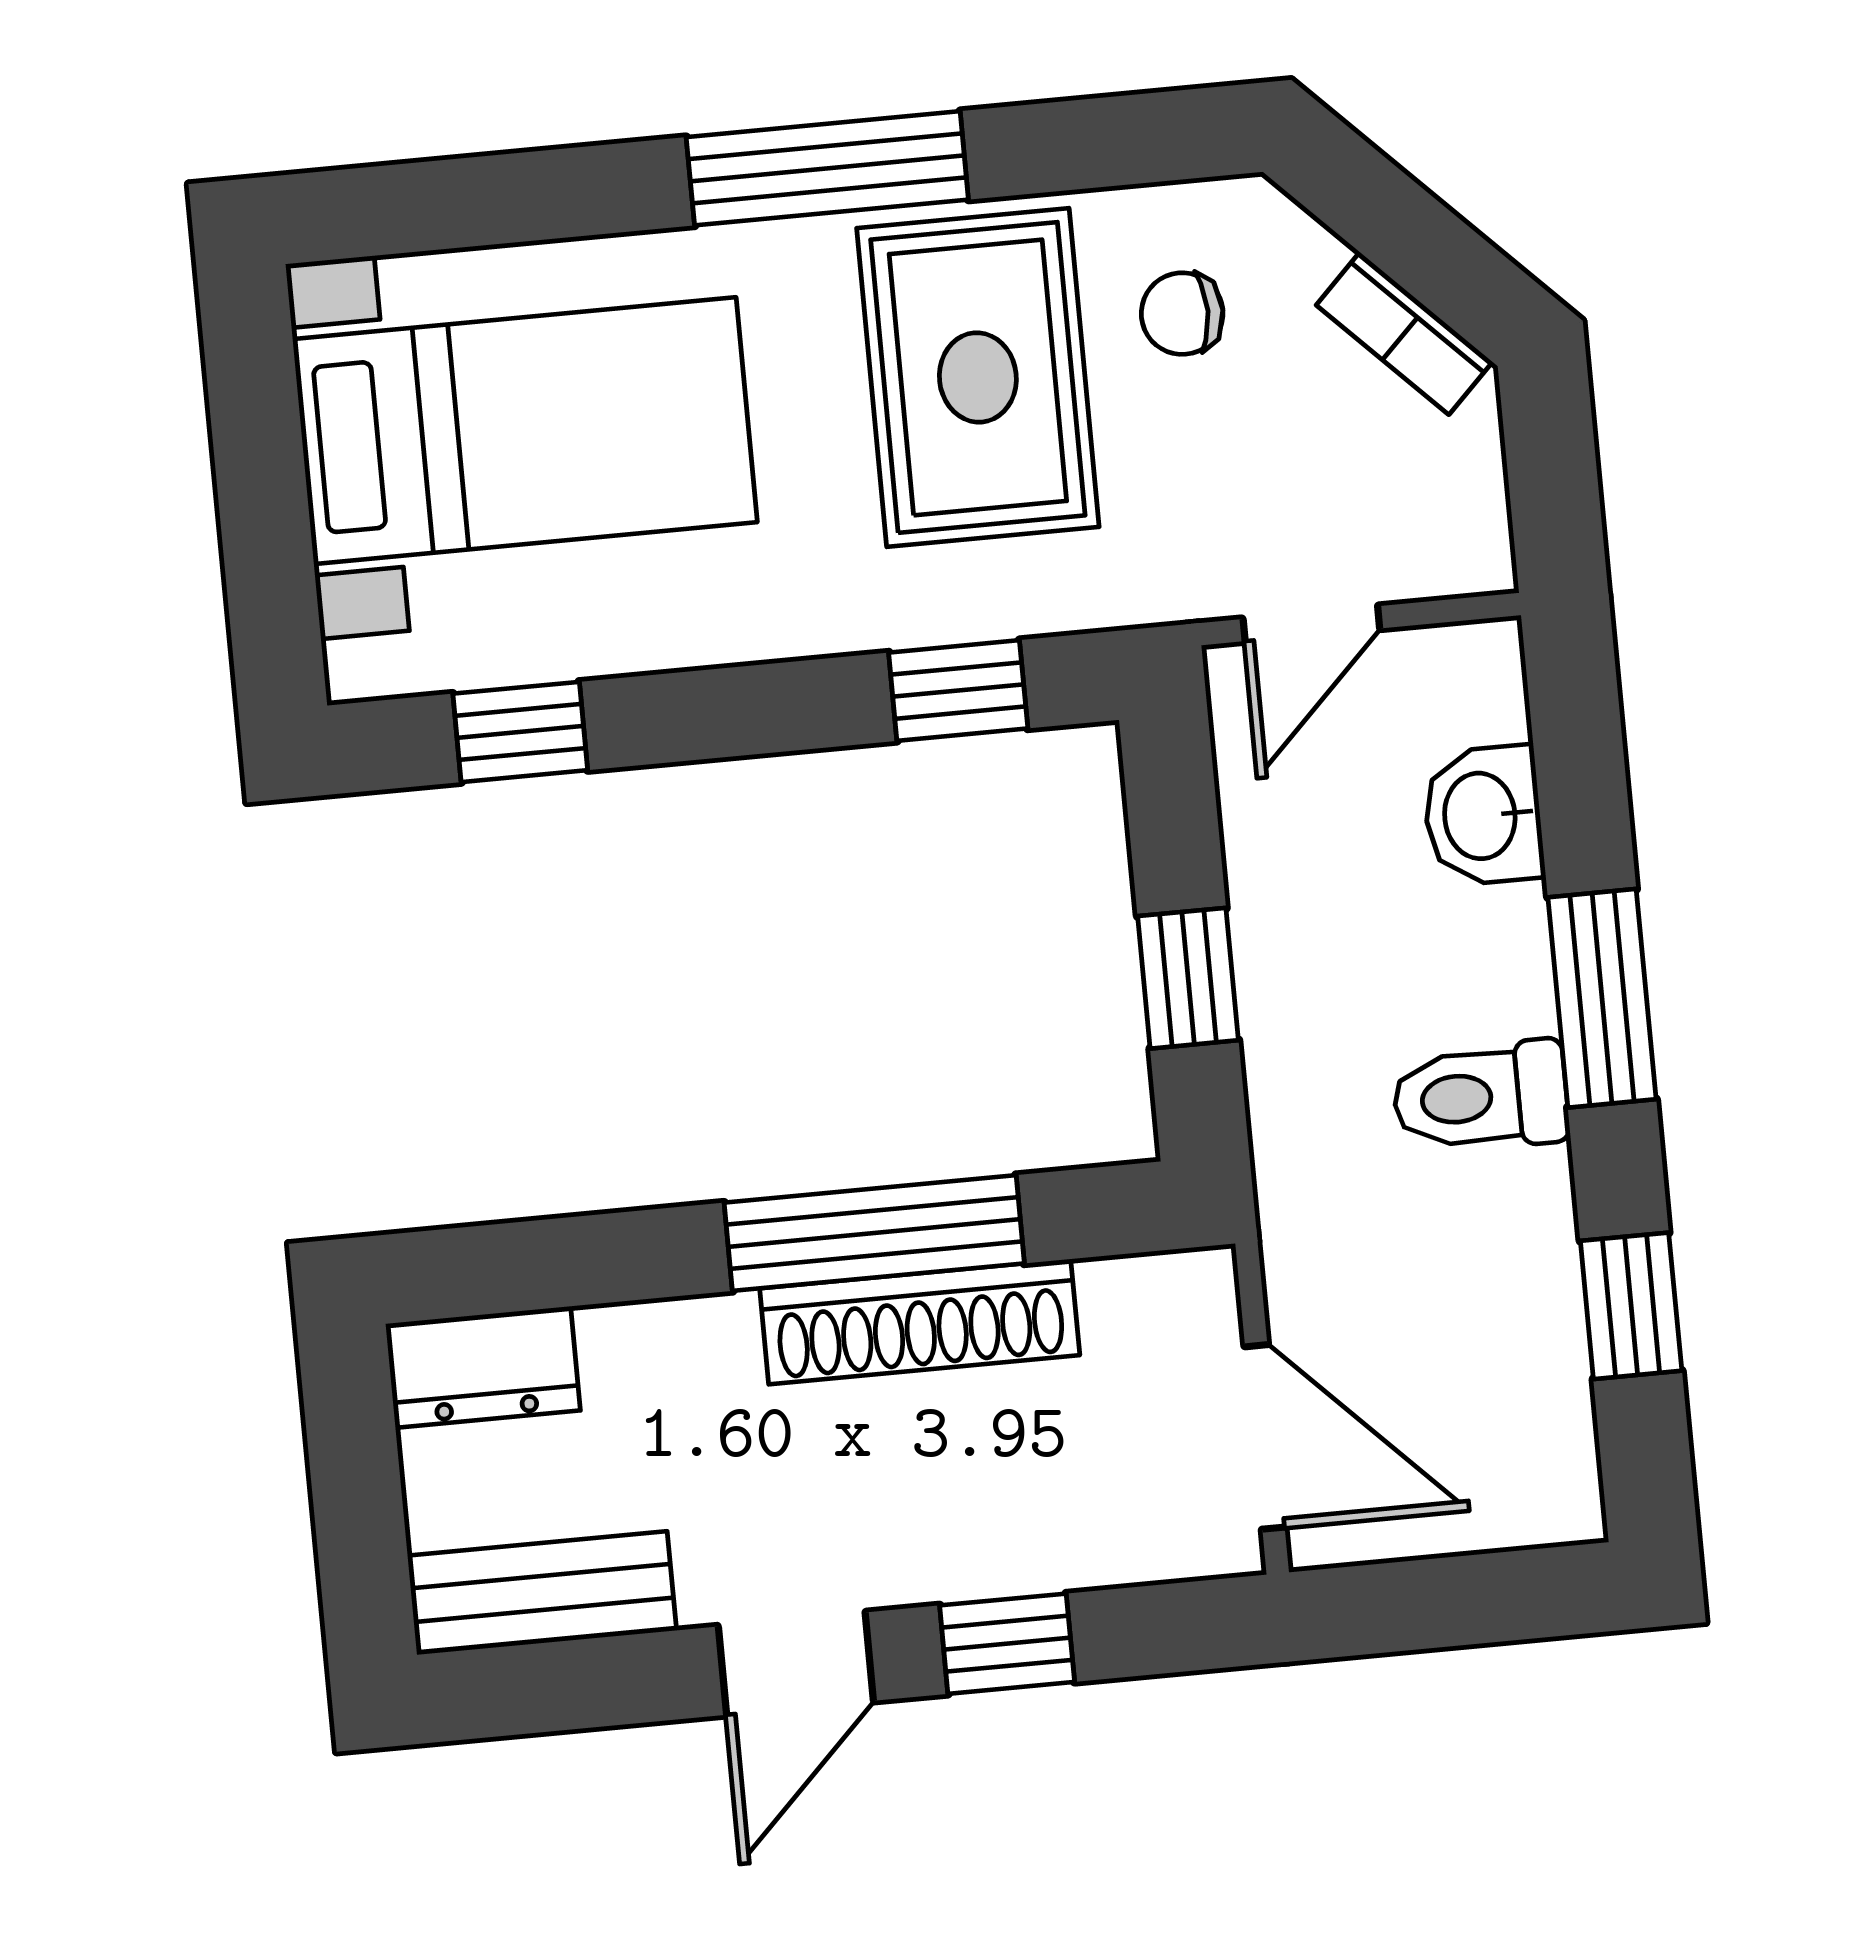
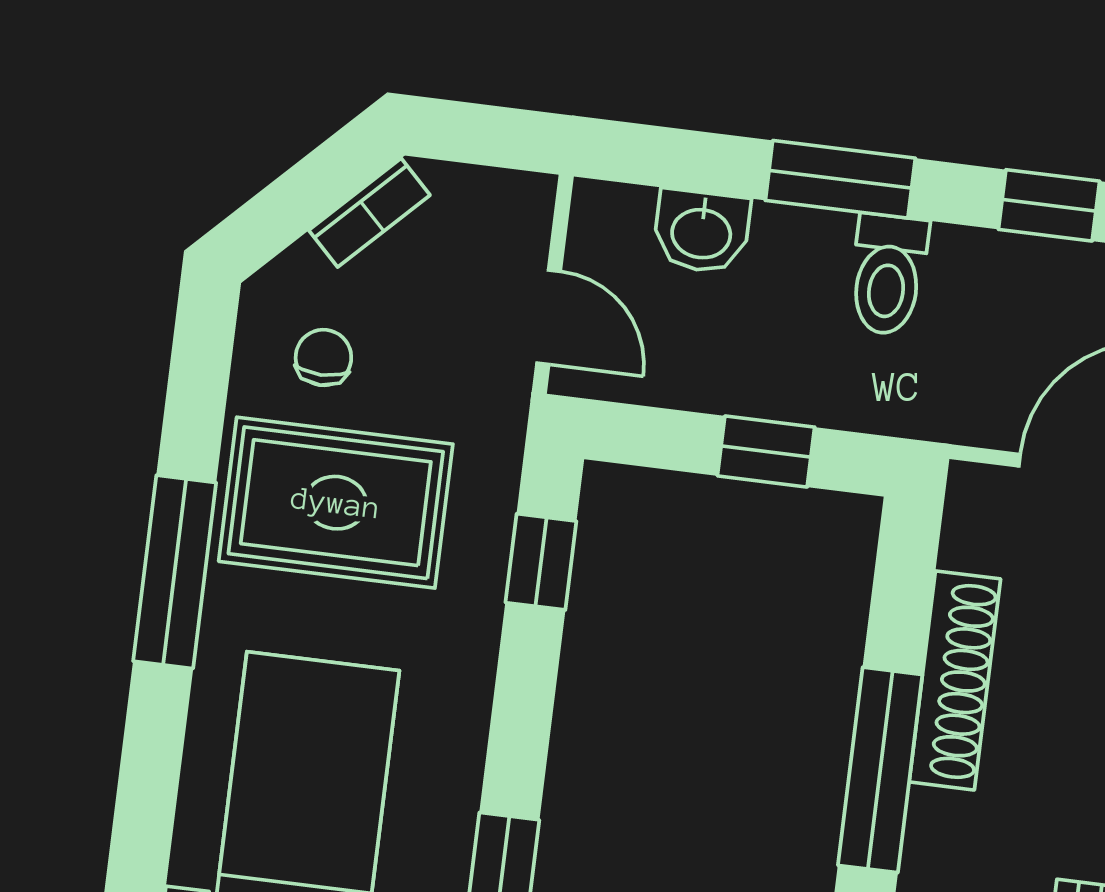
chair: (1182, 314) -> (323, 358), turned 180
window: (874, 1233) -> (880, 770), moved

